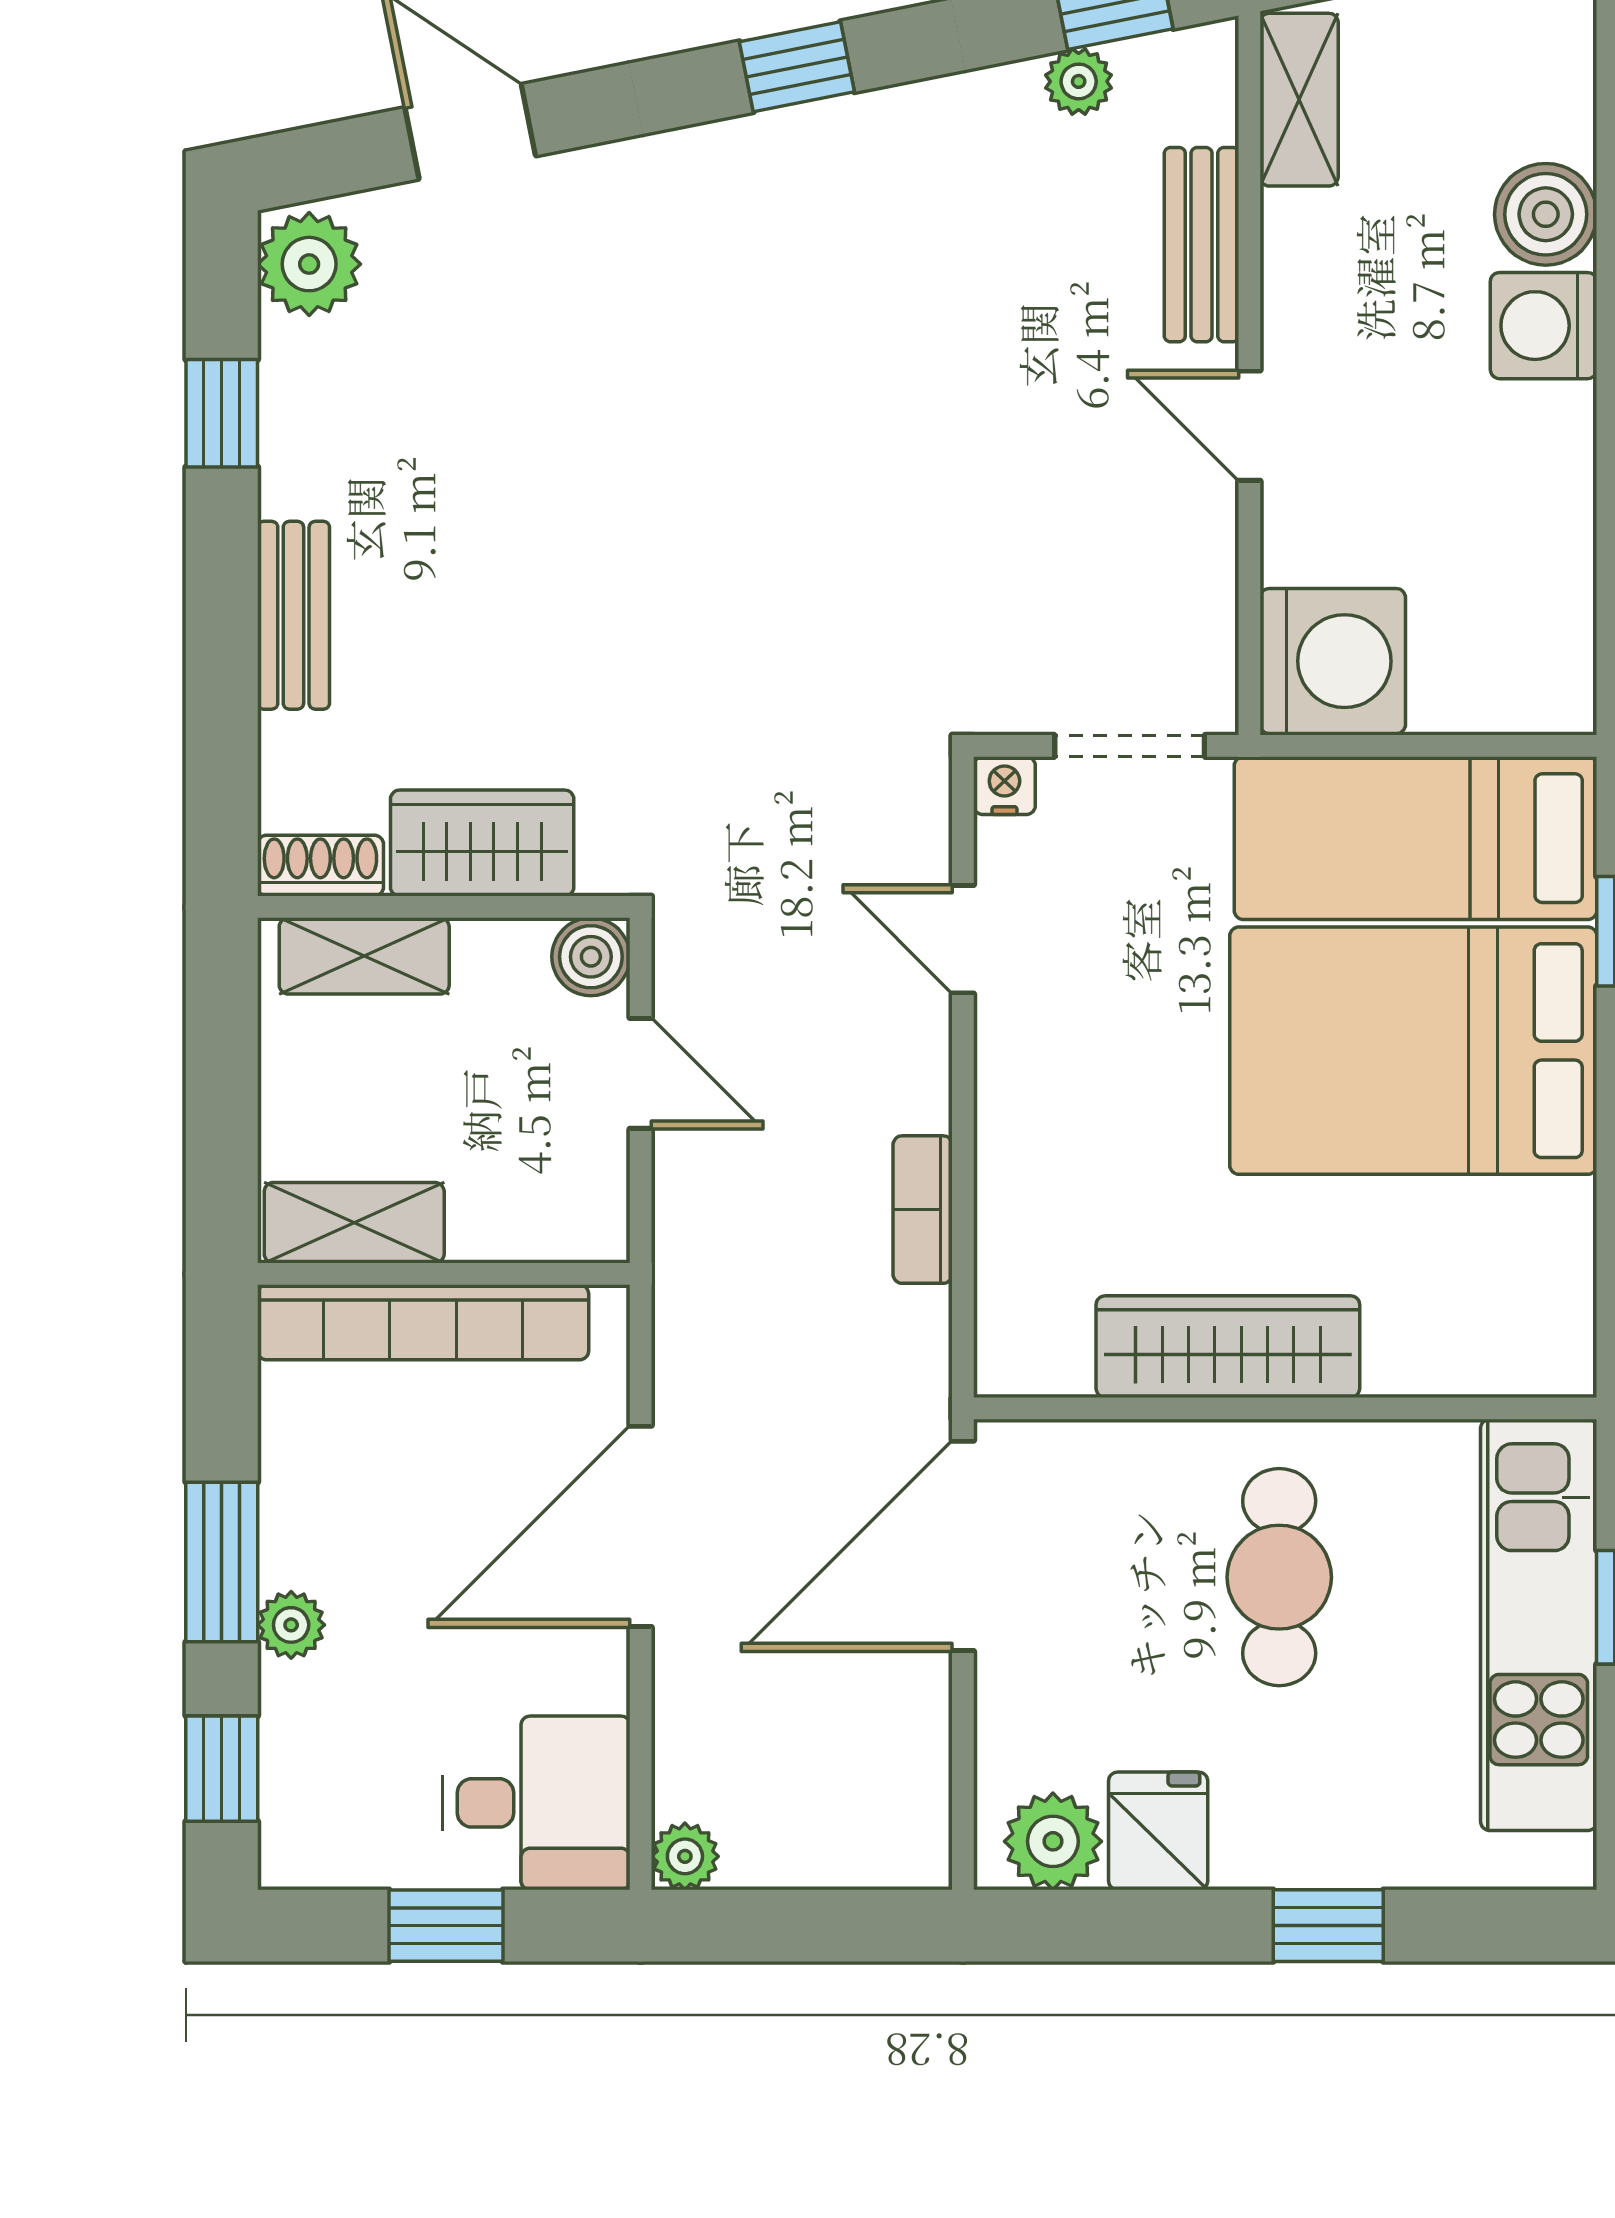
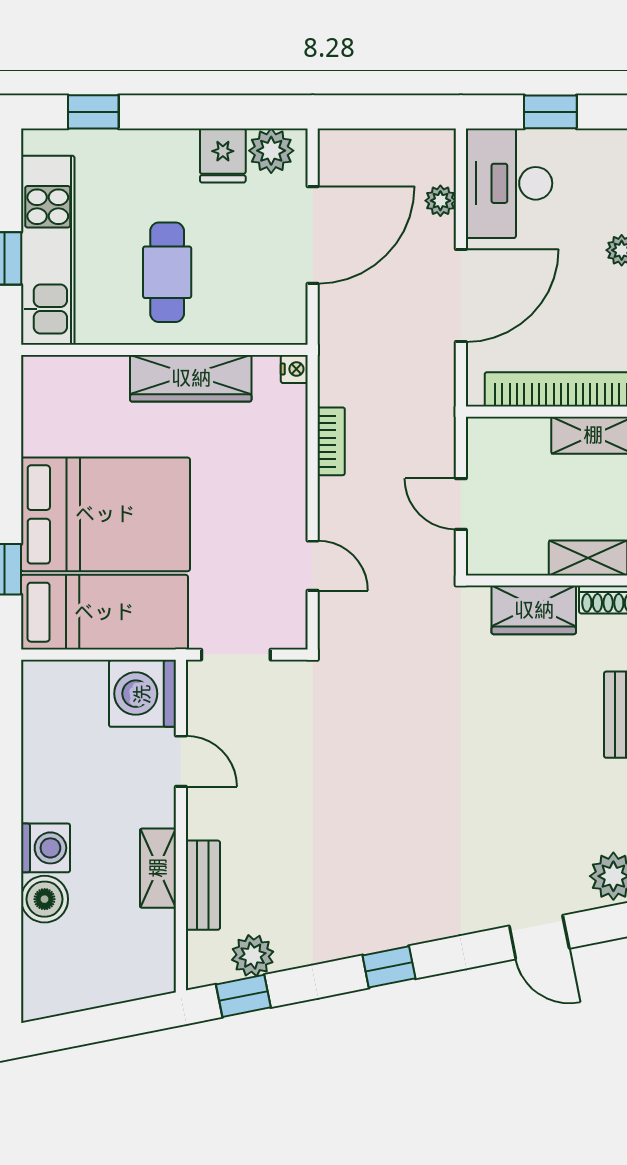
plant: (1079, 81) -> (253, 956), width x1.38, depth x1.38
shelving: (1299, 100) -> (158, 868), moved
door: (1249, 426) -> (181, 761), moved
nightstand: (1004, 786) -> (294, 369), moved, turned -90
boiler: (591, 957) -> (484, 558), removed
door: (963, 1546) -> (313, 235), moved
desk: (536, 1803) -> (509, 183), width x1.37
plant: (685, 1856) -> (440, 201), moved
window: (1328, 1926) -> (93, 112), moved

